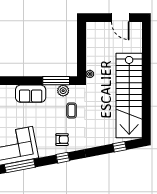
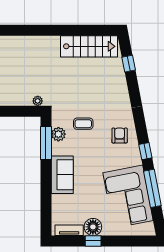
stairs: (129, 96) -> (89, 46), width x0.54, depth x0.66
window: (63, 158) -> (145, 151), moved

